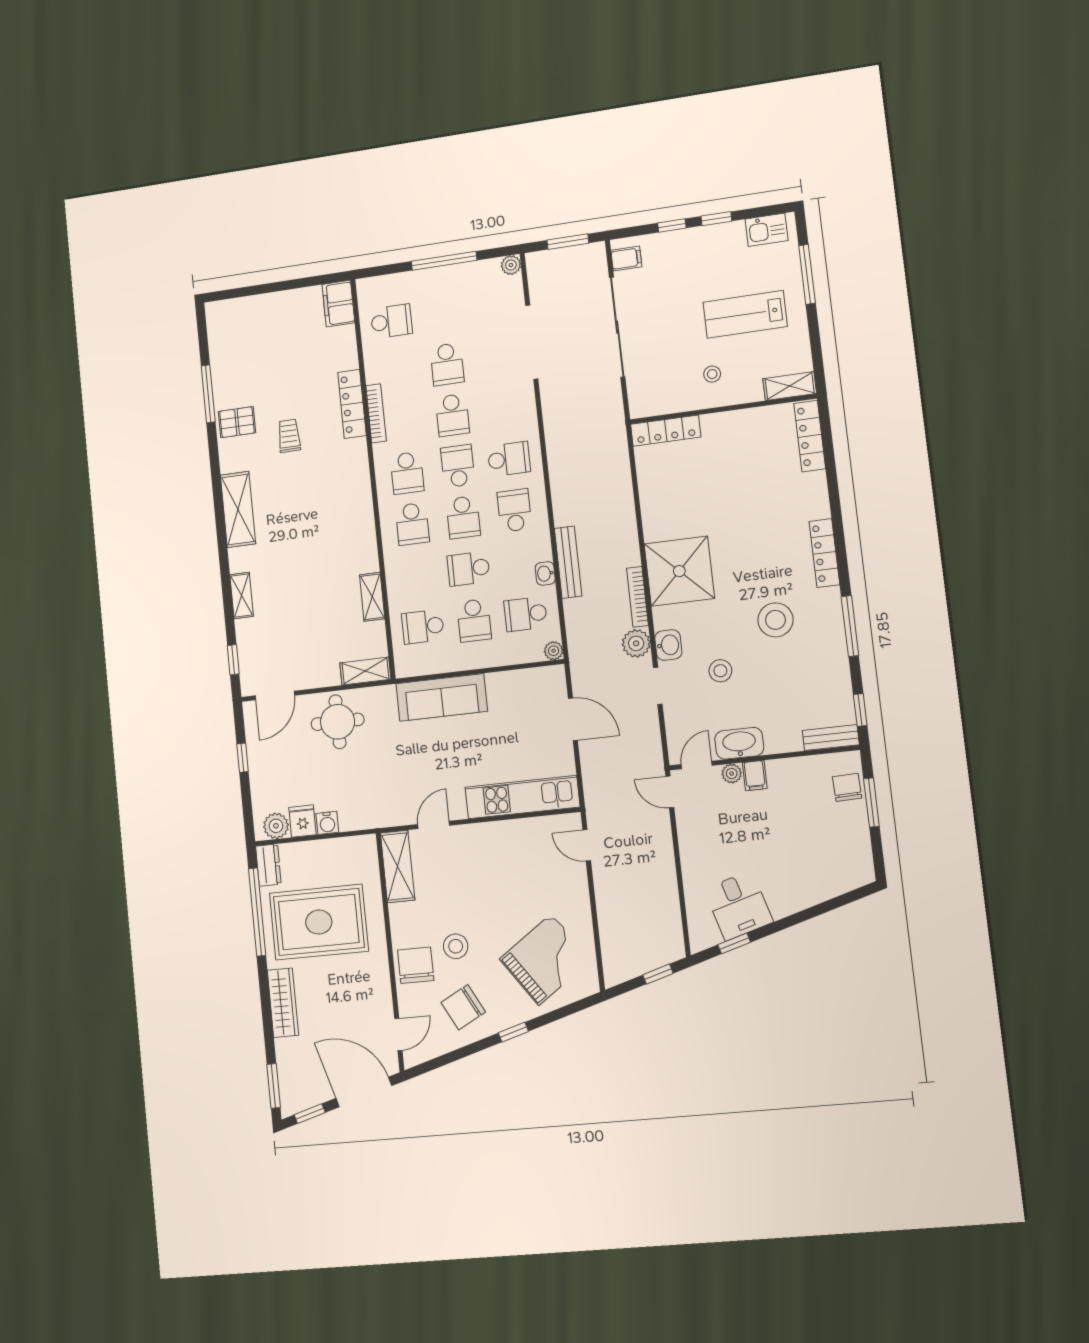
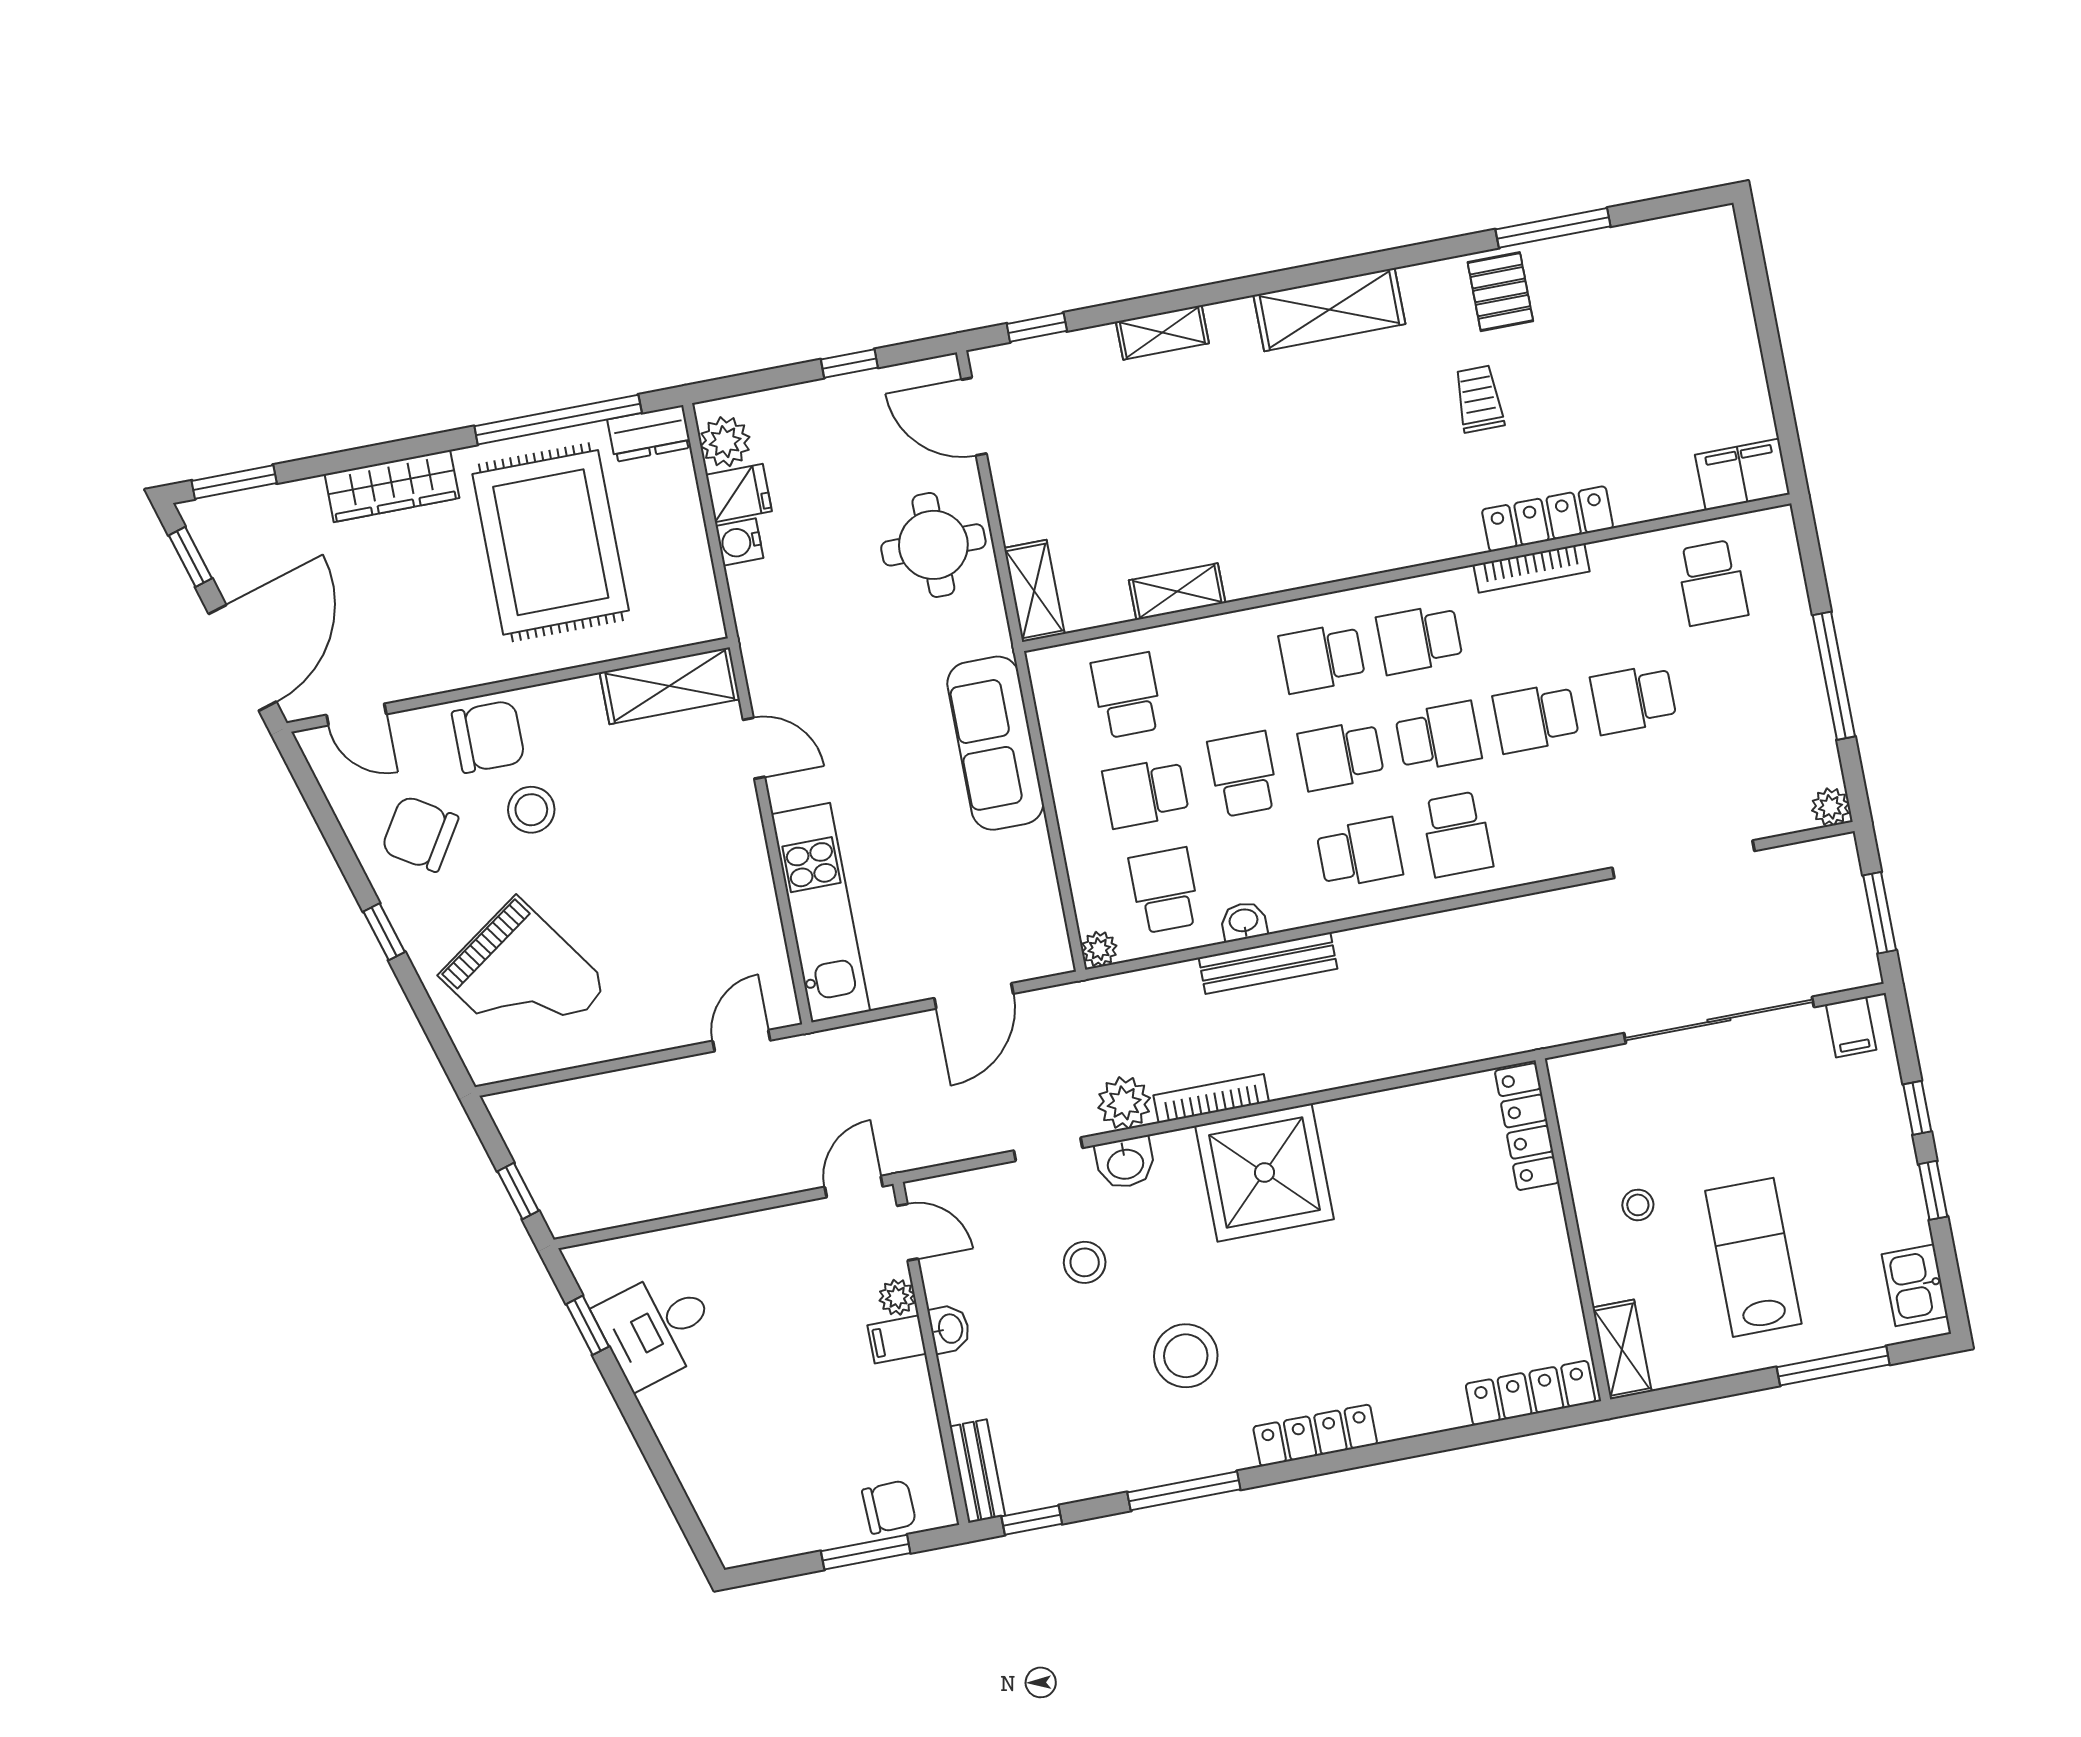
trolley: (289, 436) -> (1479, 399), turned -90
washbasin: (739, 743) -> (949, 1329), width x0.52, depth x0.69
chair: (463, 1007) -> (420, 834), turned -30

